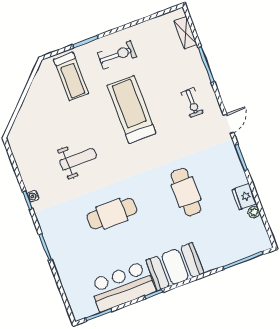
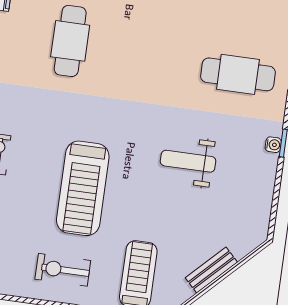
bench: (29, 102) -> (211, 270), added
cafe table: (112, 214) -> (238, 74), moved

